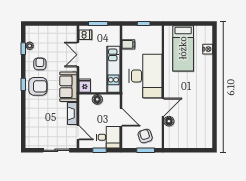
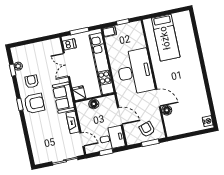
filing cabinet: (128, 44) -> (110, 32), moved
nightstand: (208, 49) -> (208, 121), moved
kitchen unit: (113, 69) -> (101, 64), width x1.36
door: (163, 107) -> (158, 98), hinge flipped

